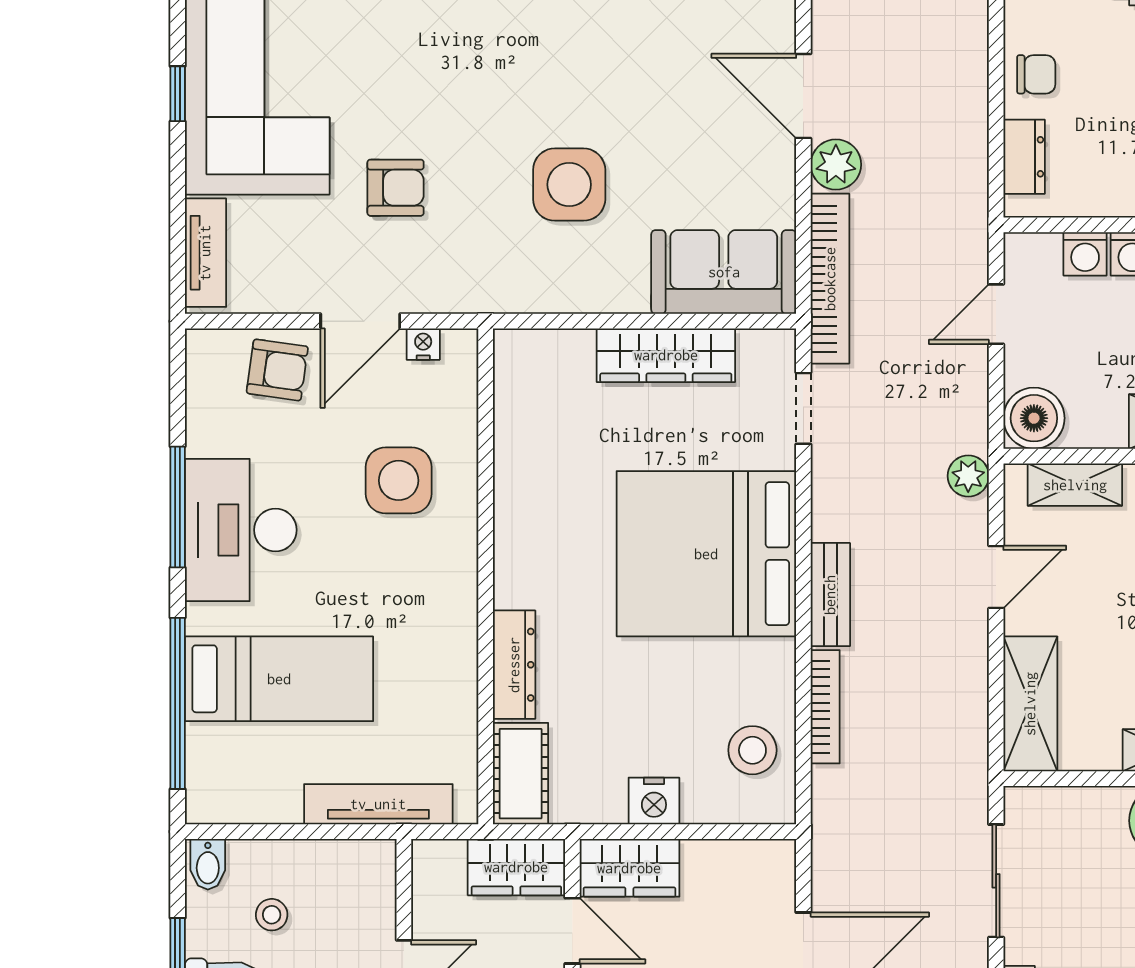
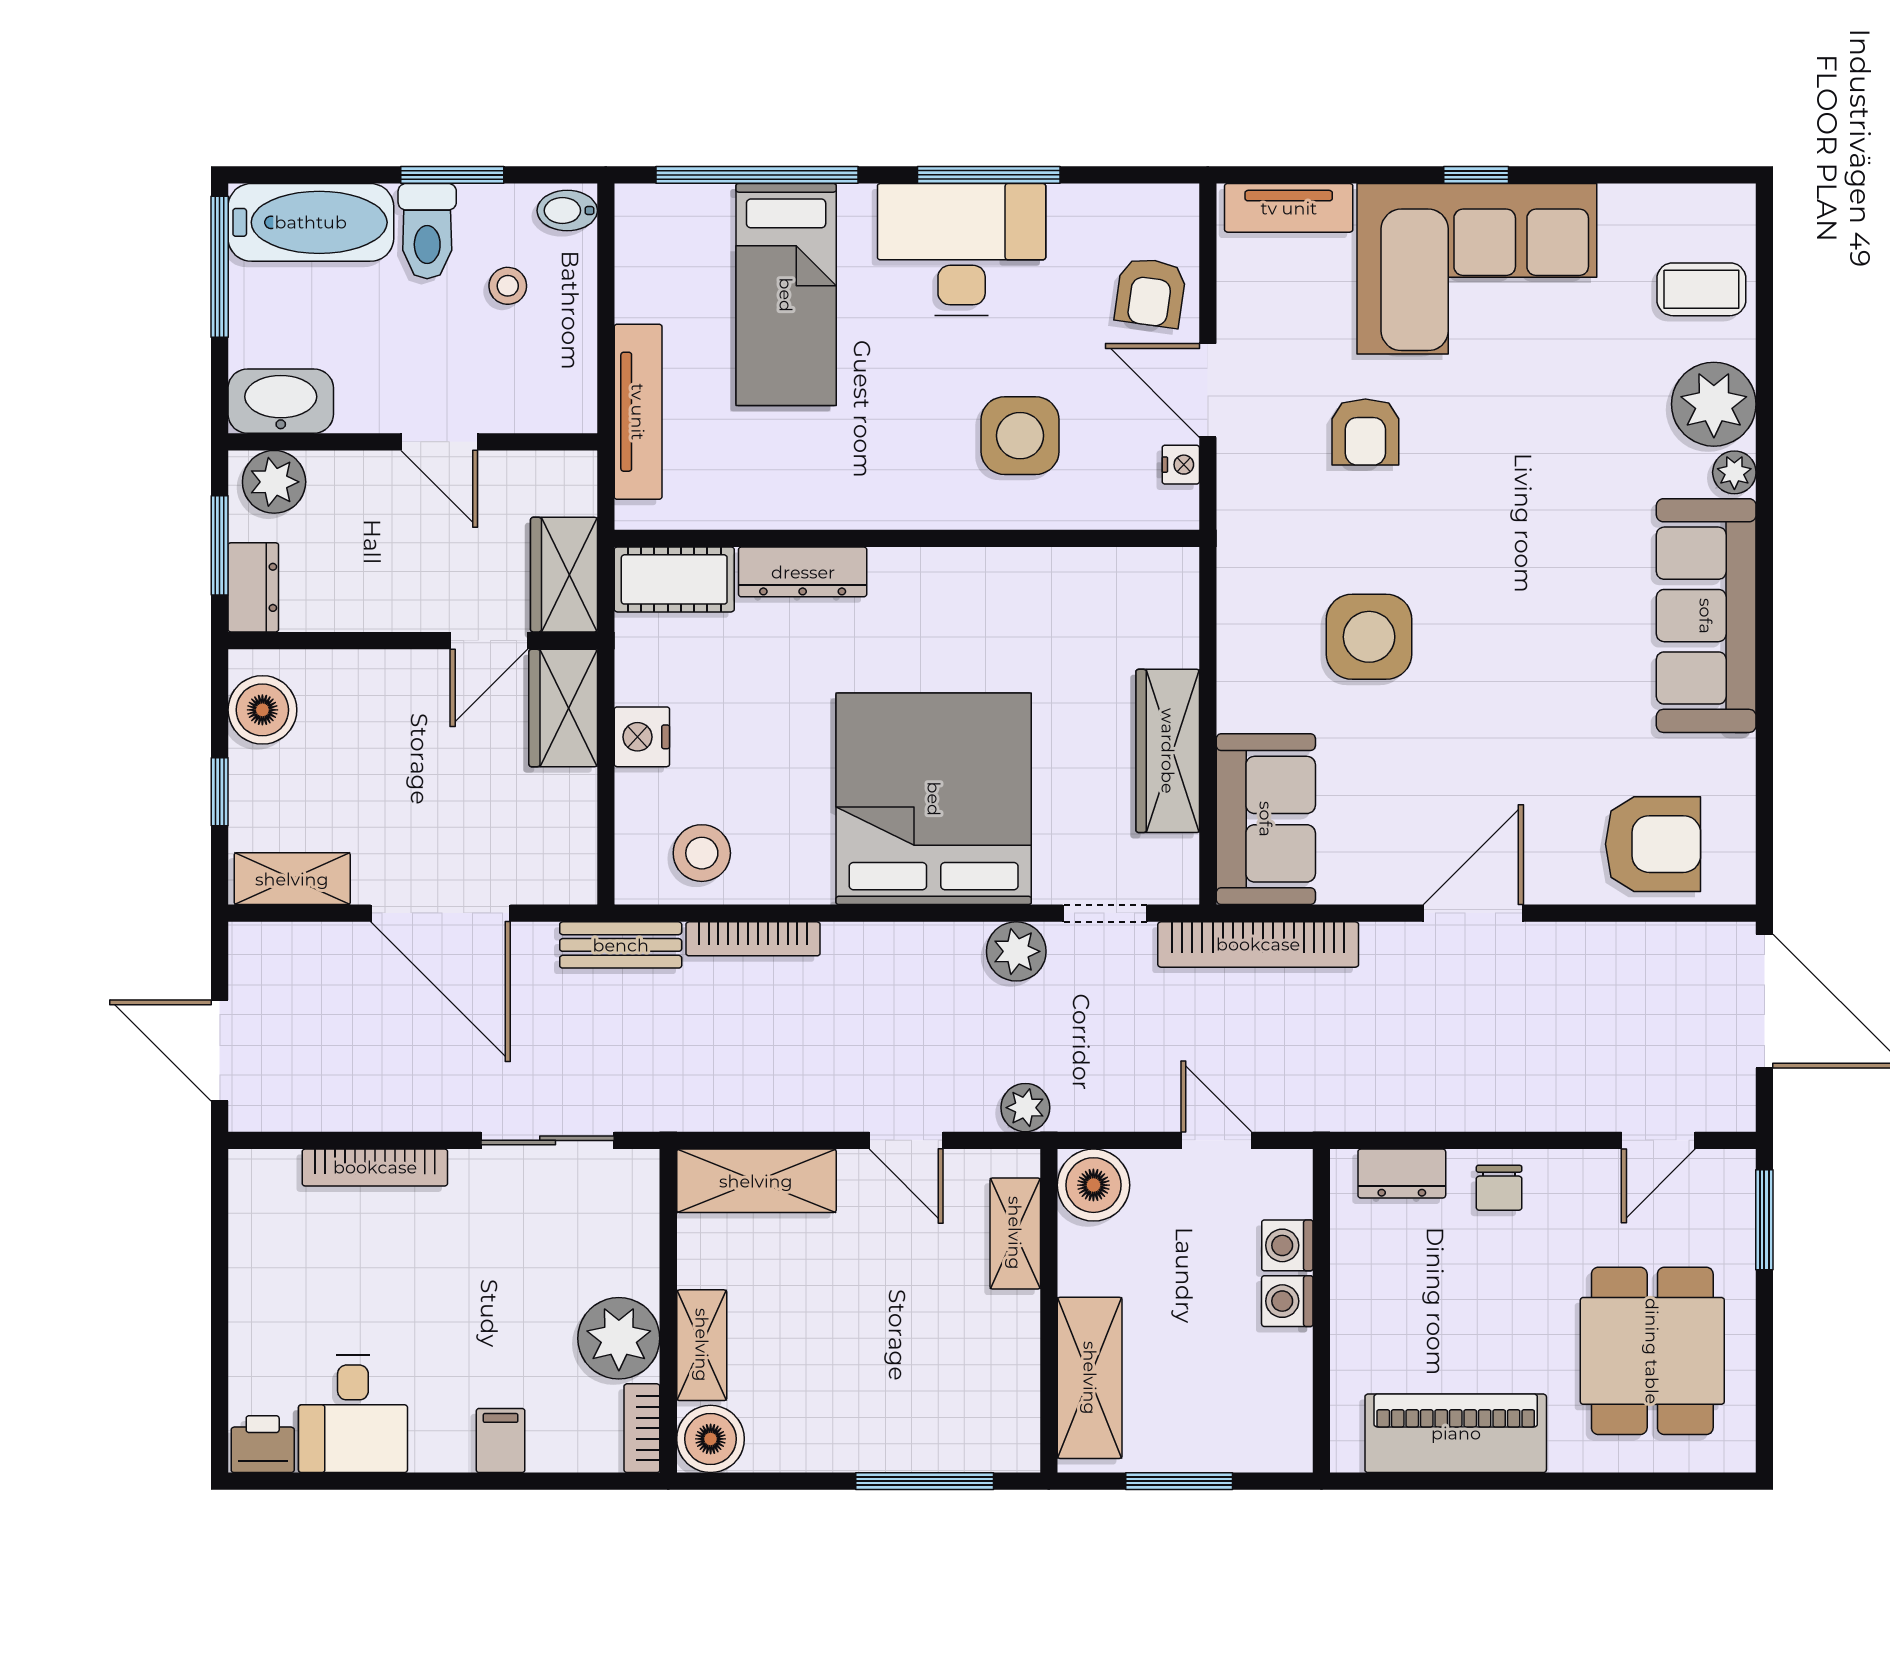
plant: (836, 165) -> (1016, 951), moved
bench: (830, 595) -> (621, 945), moved

